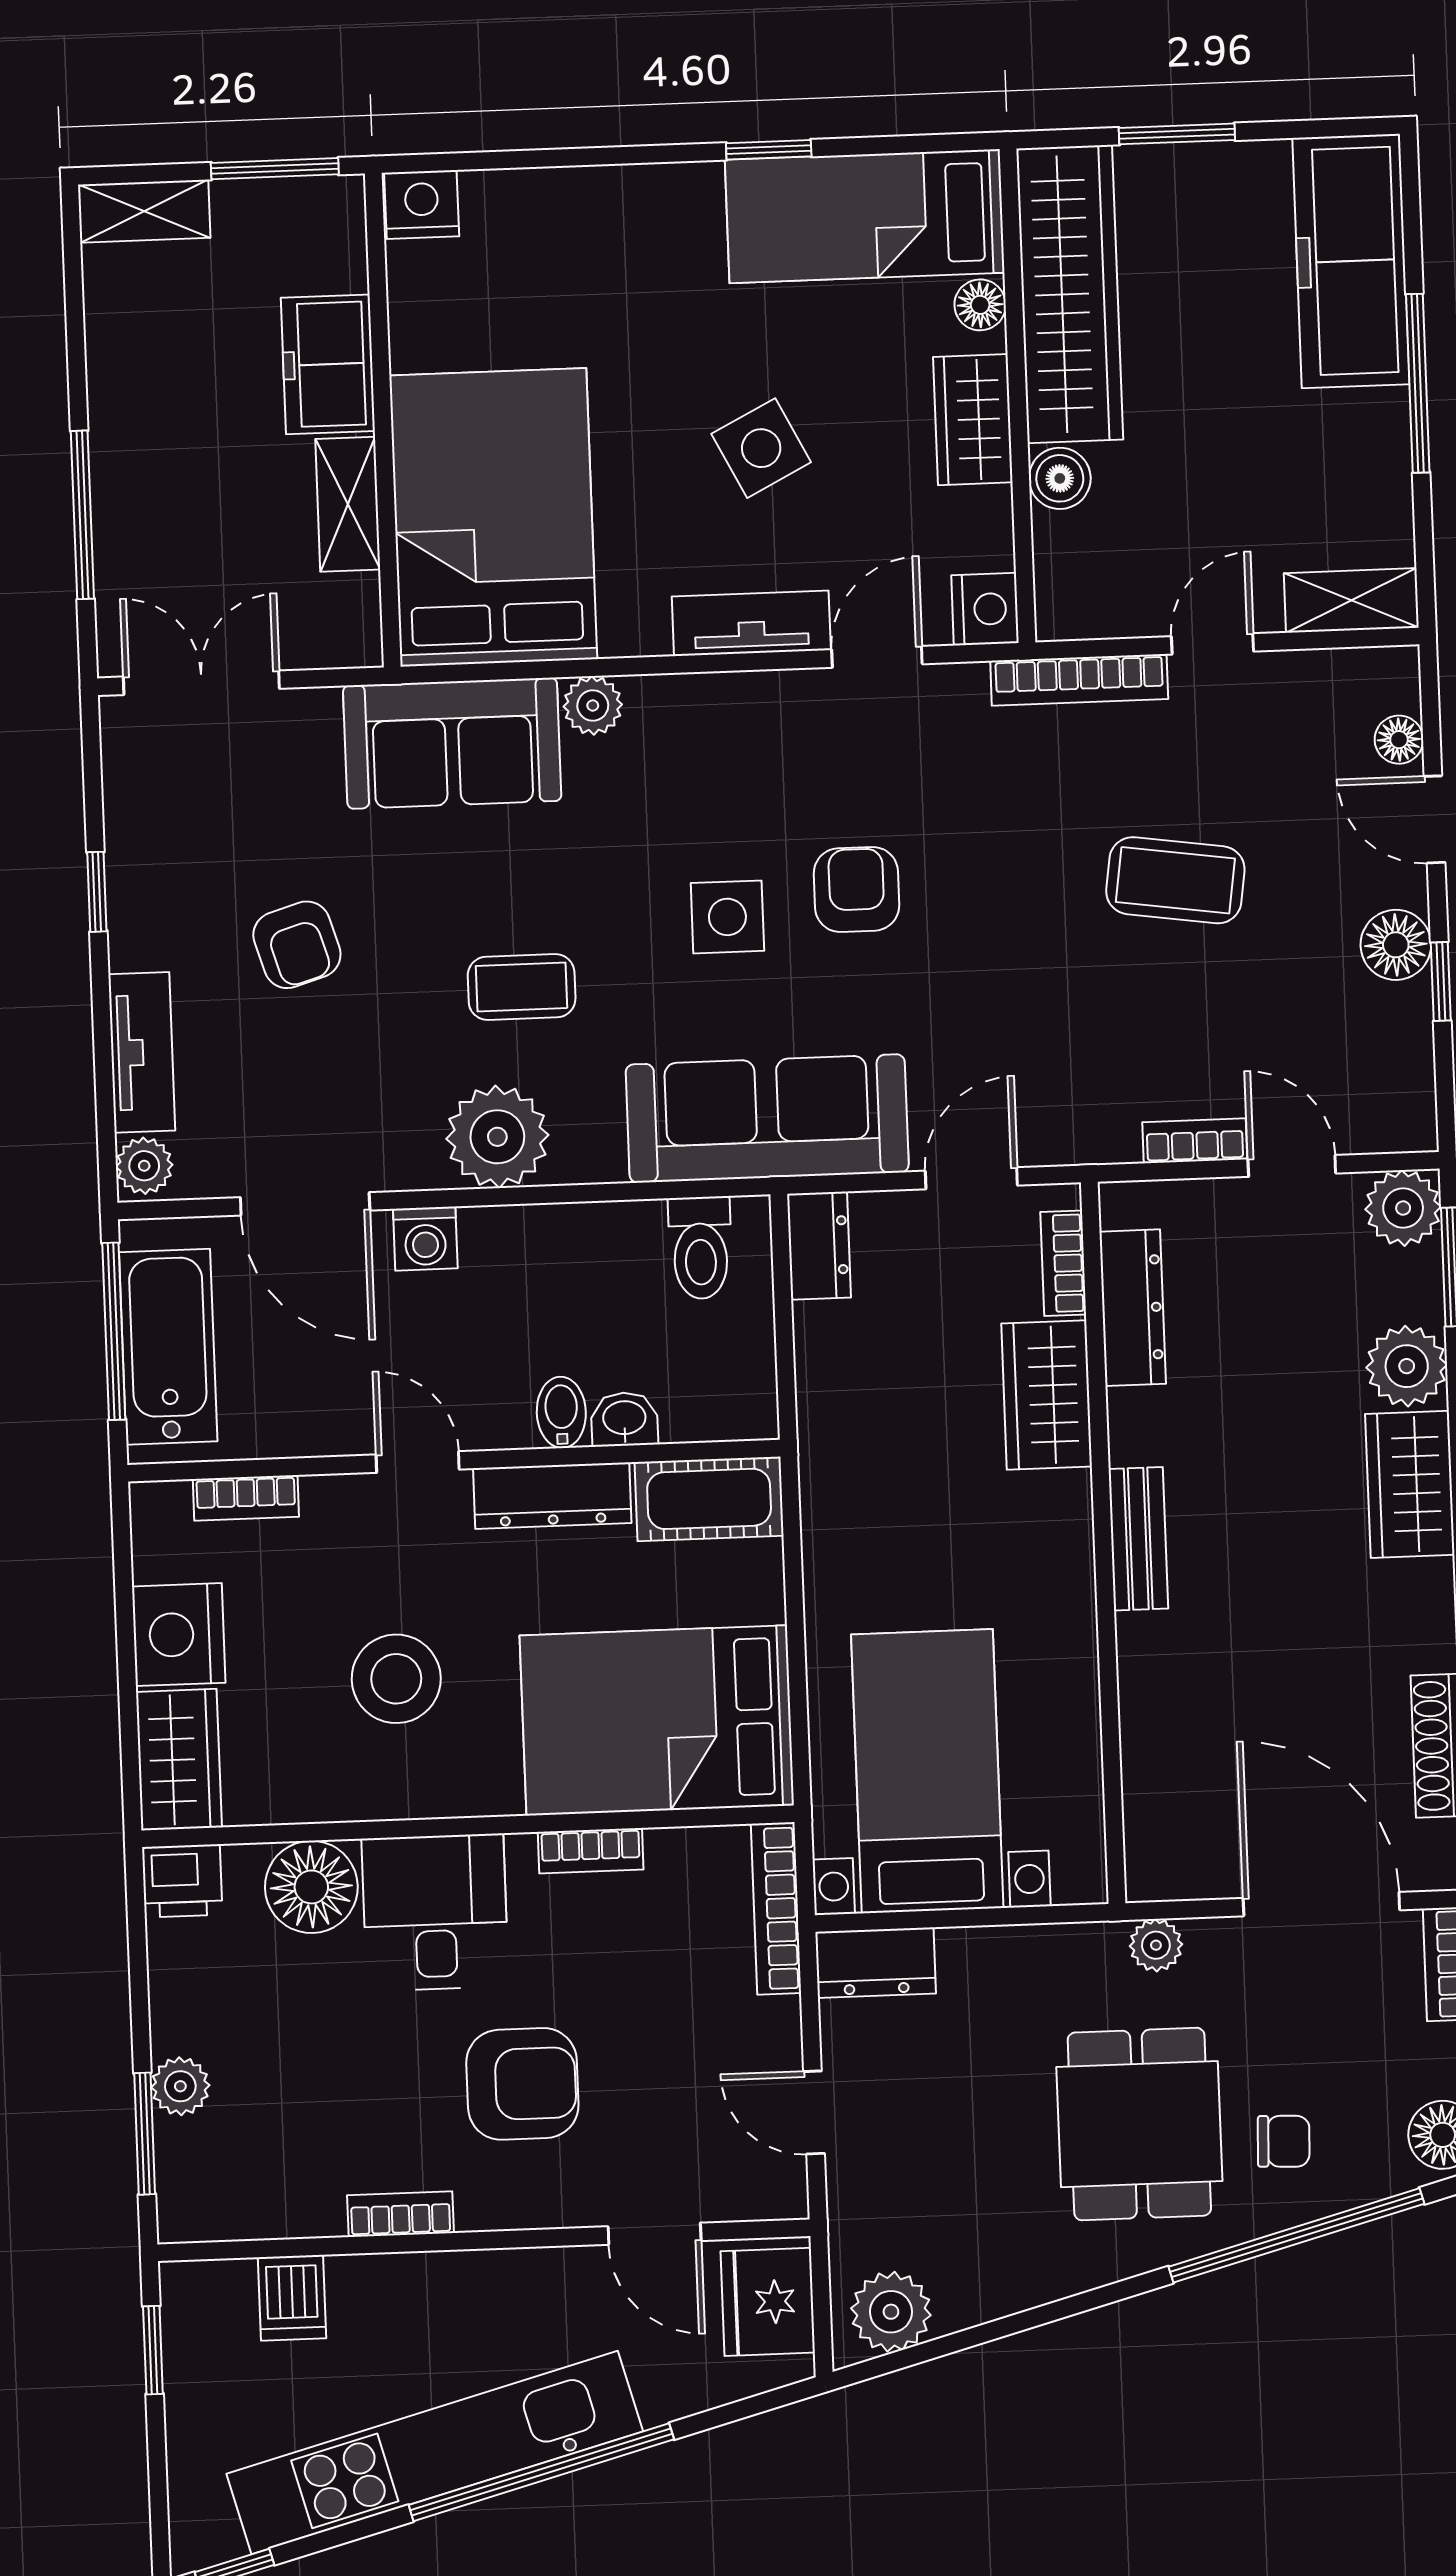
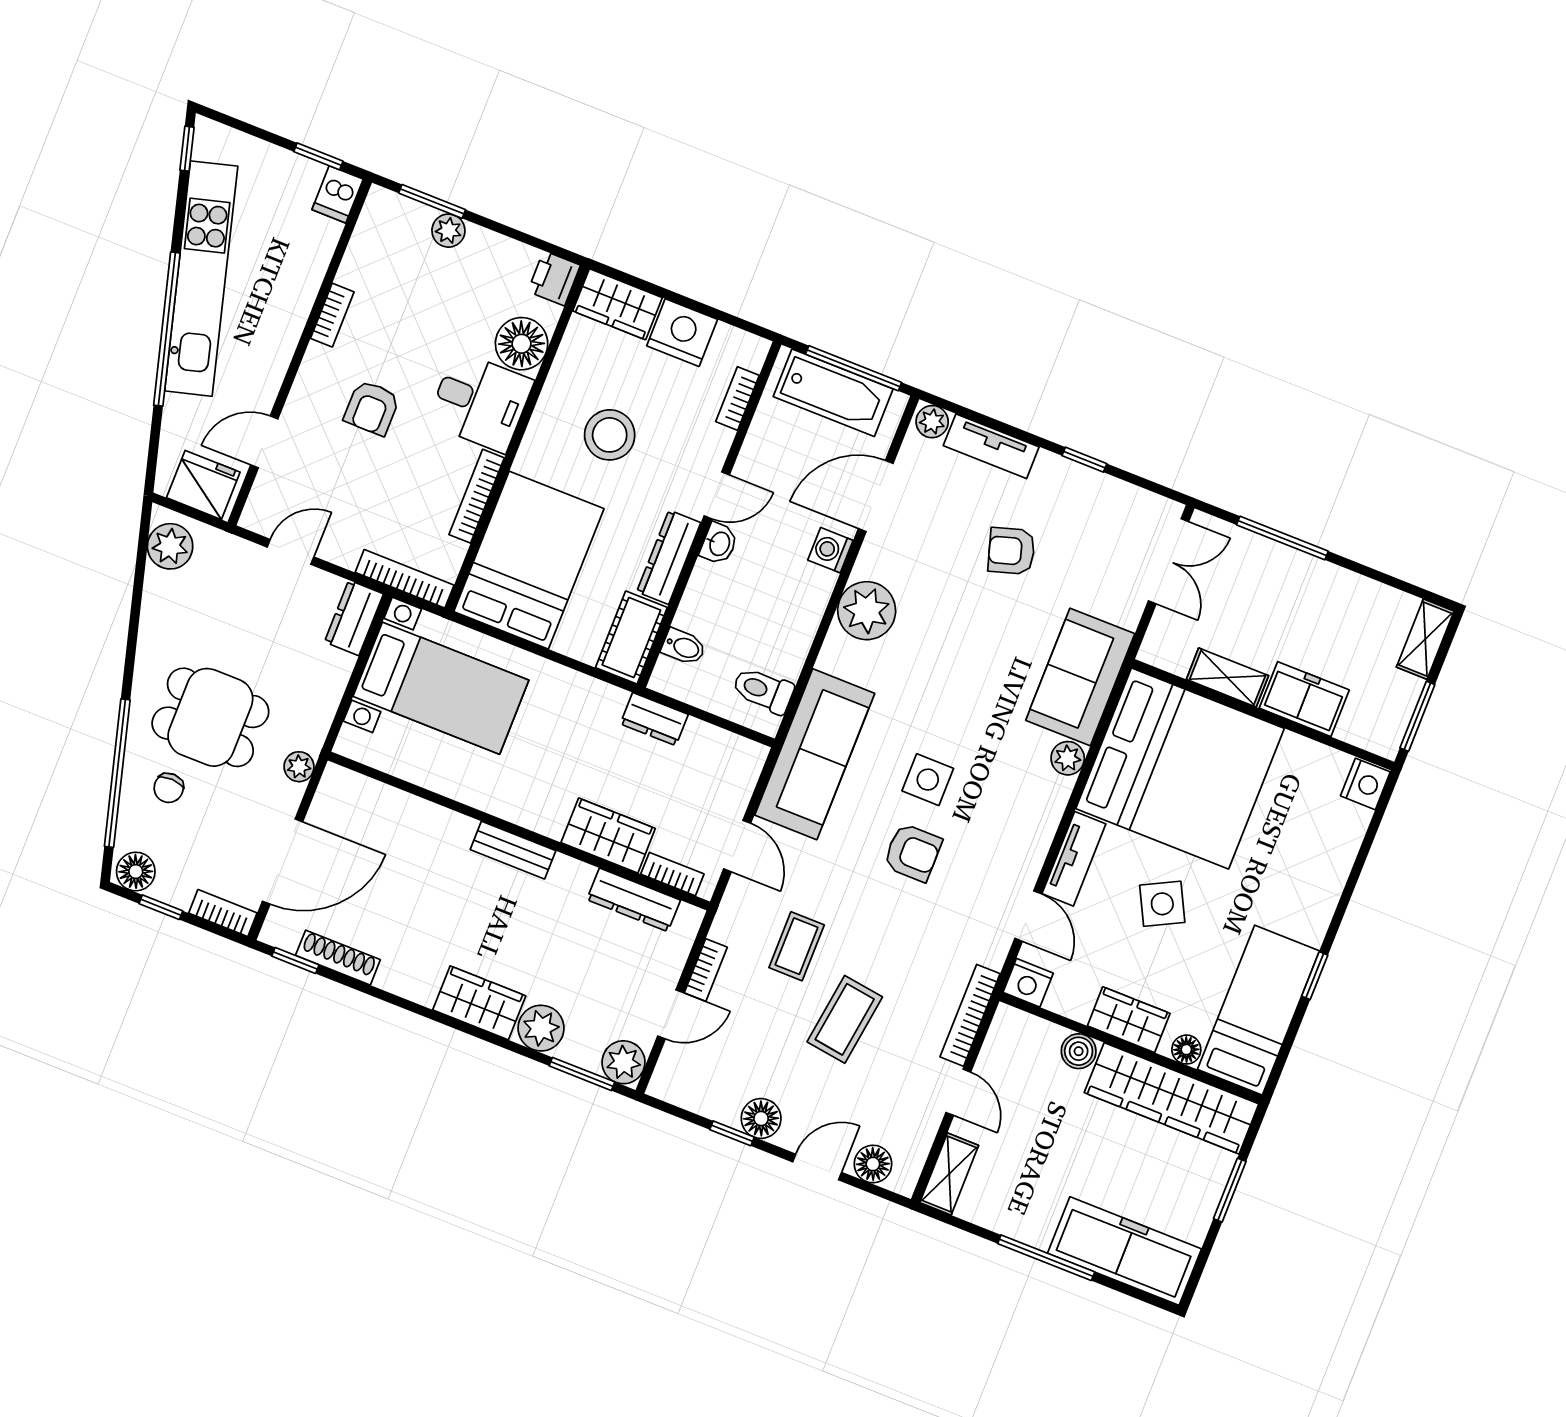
bed: (493, 517) -> (1180, 768), width x1.36
floor lamp: (1399, 740) -> (873, 1164), width x1.37, depth x1.37
coffee table: (522, 987) -> (797, 946), moved
dresser: (819, 1246) -> (654, 719), moved
bidet: (561, 1412) -> (684, 647), moved
washbasin: (624, 1419) -> (719, 544), moved
bookcase: (591, 1851) -> (477, 496), width x1.56
armchair: (522, 2084) -> (372, 408), width x0.72, depth x0.72
dishwasher: (292, 2298) -> (338, 194), moved, turned -90

